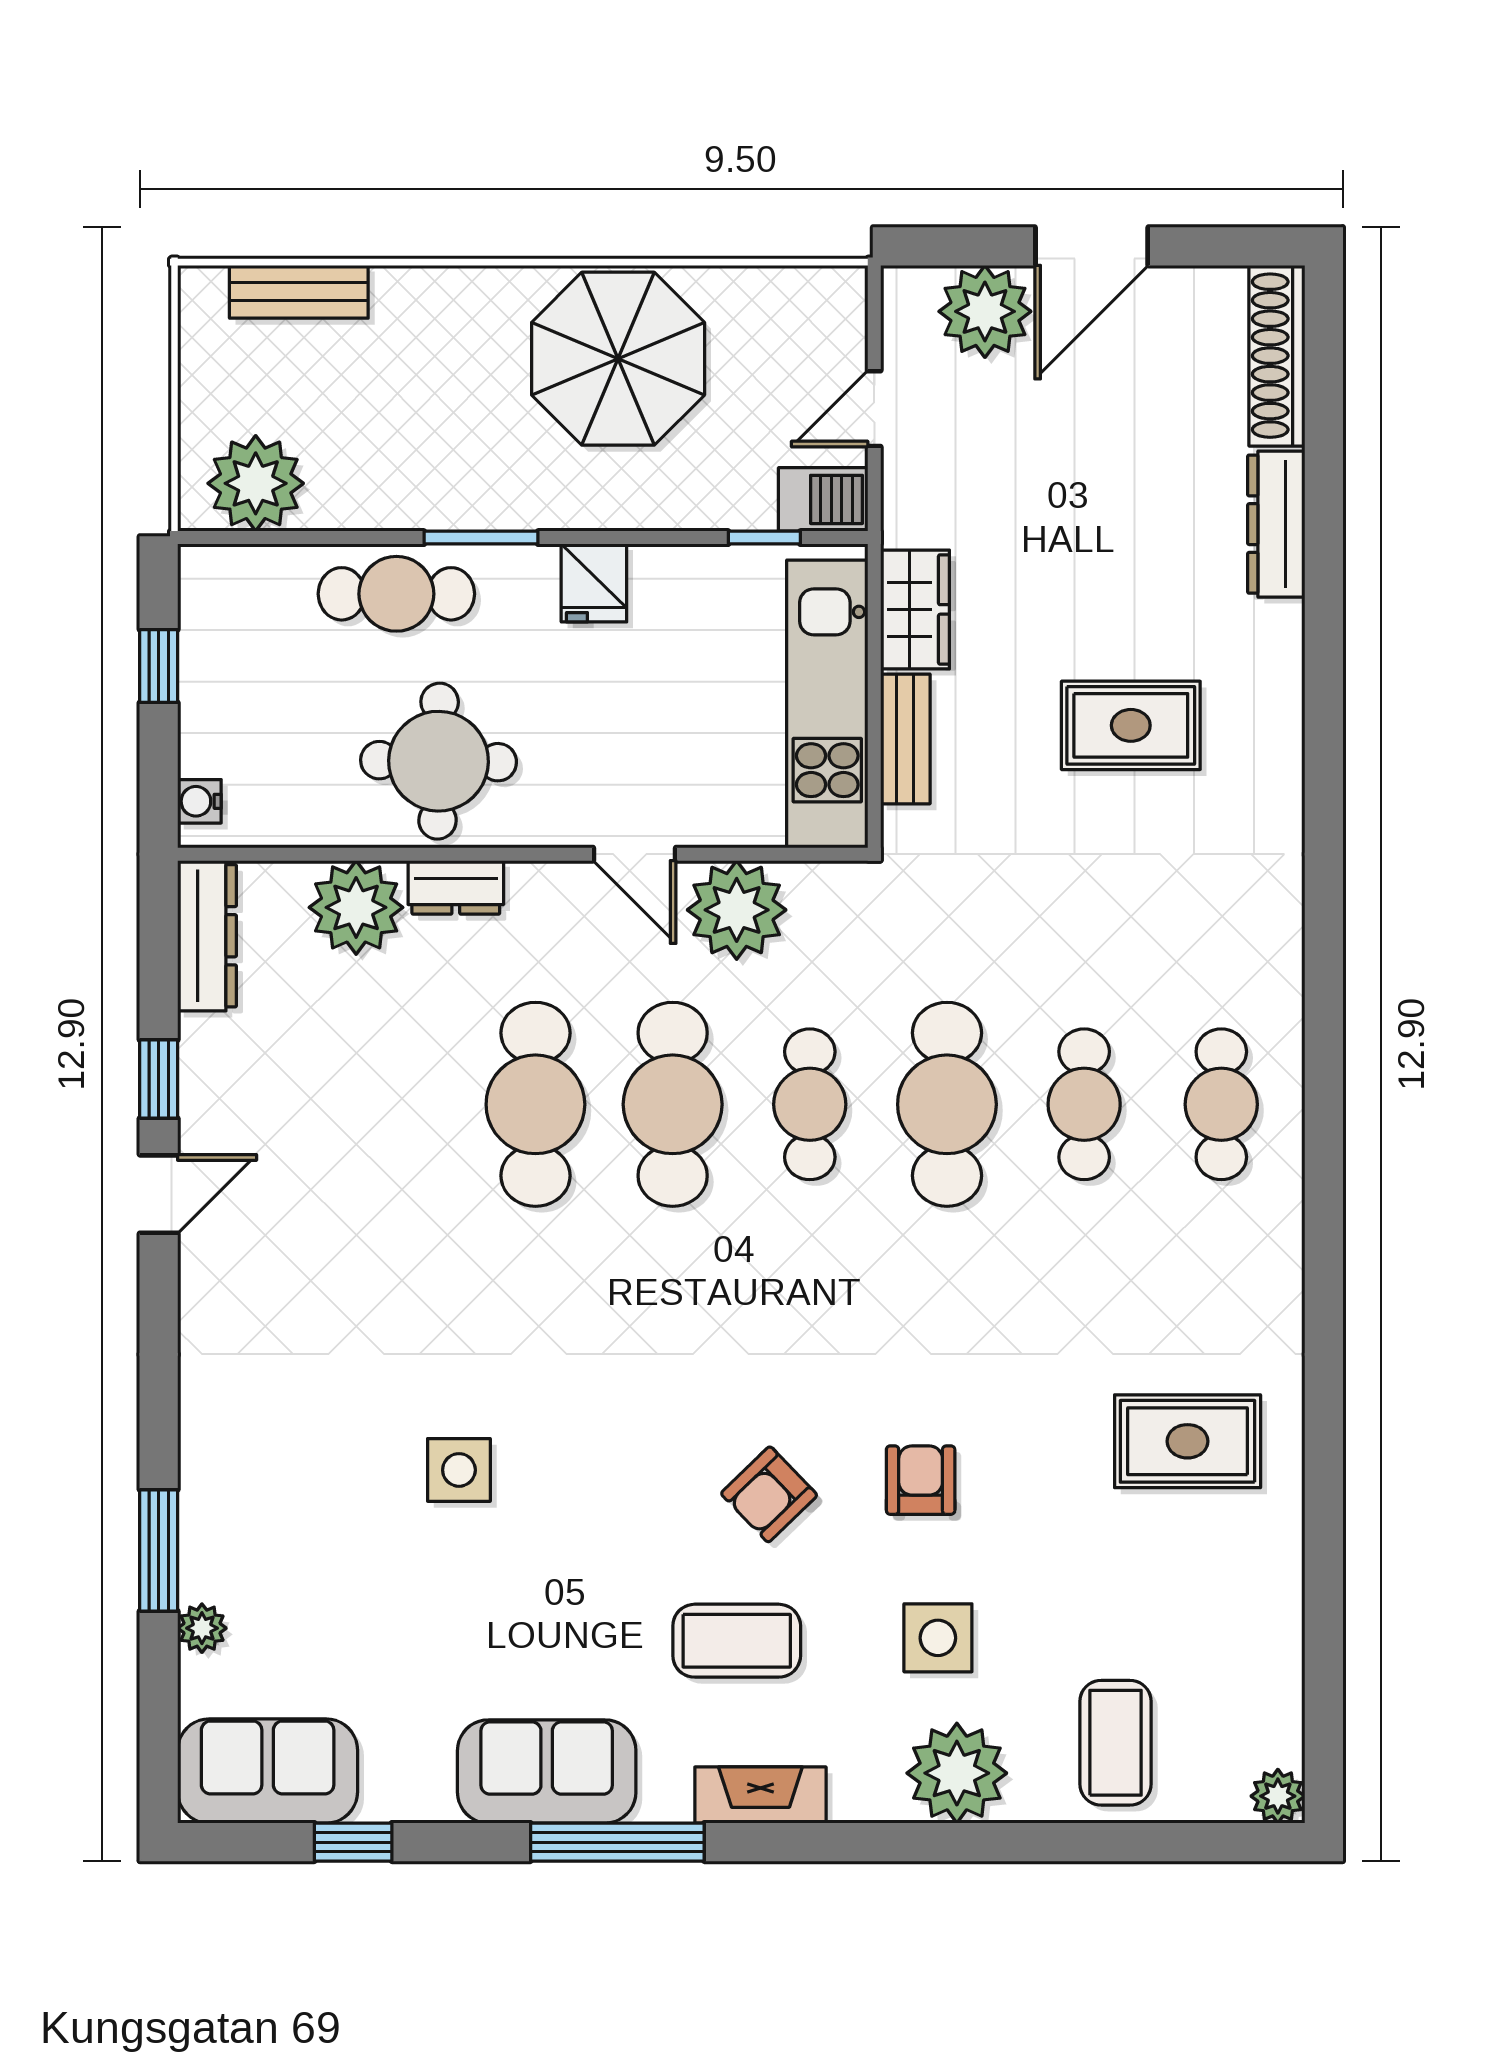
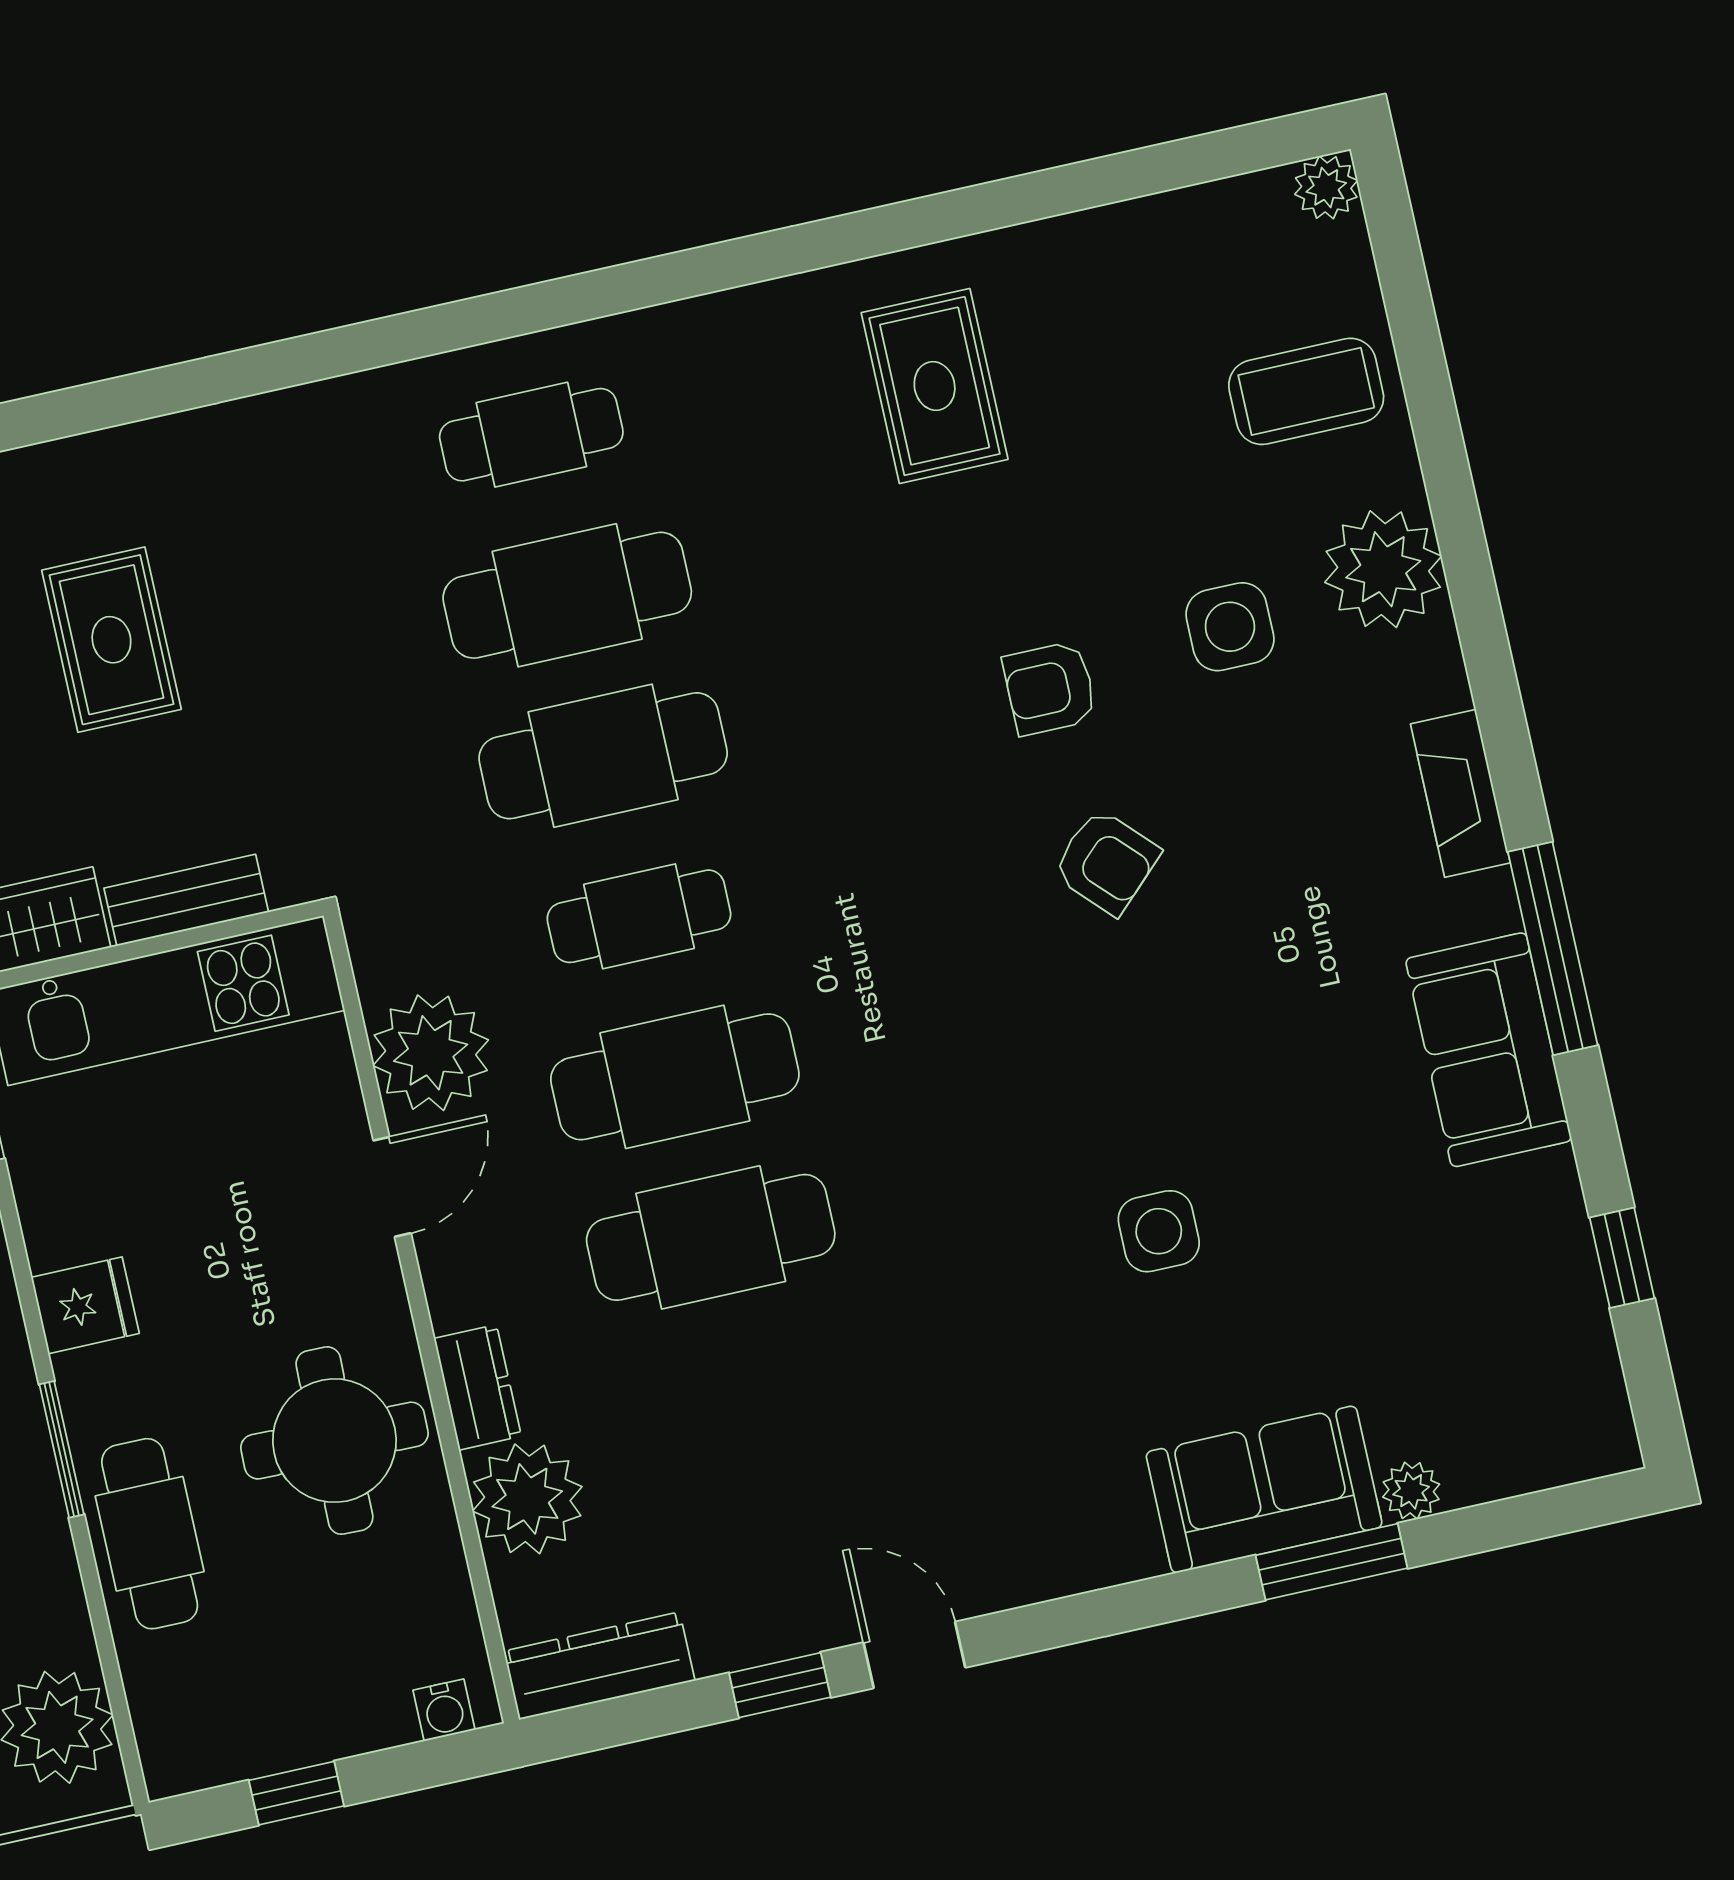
cafe table: (1084, 1104) -> (567, 595), width x1.37, depth x1.35
coffee table: (737, 1641) -> (1286, 862), removed
sofa: (268, 1771) -> (1264, 1490), moved, turned 90

